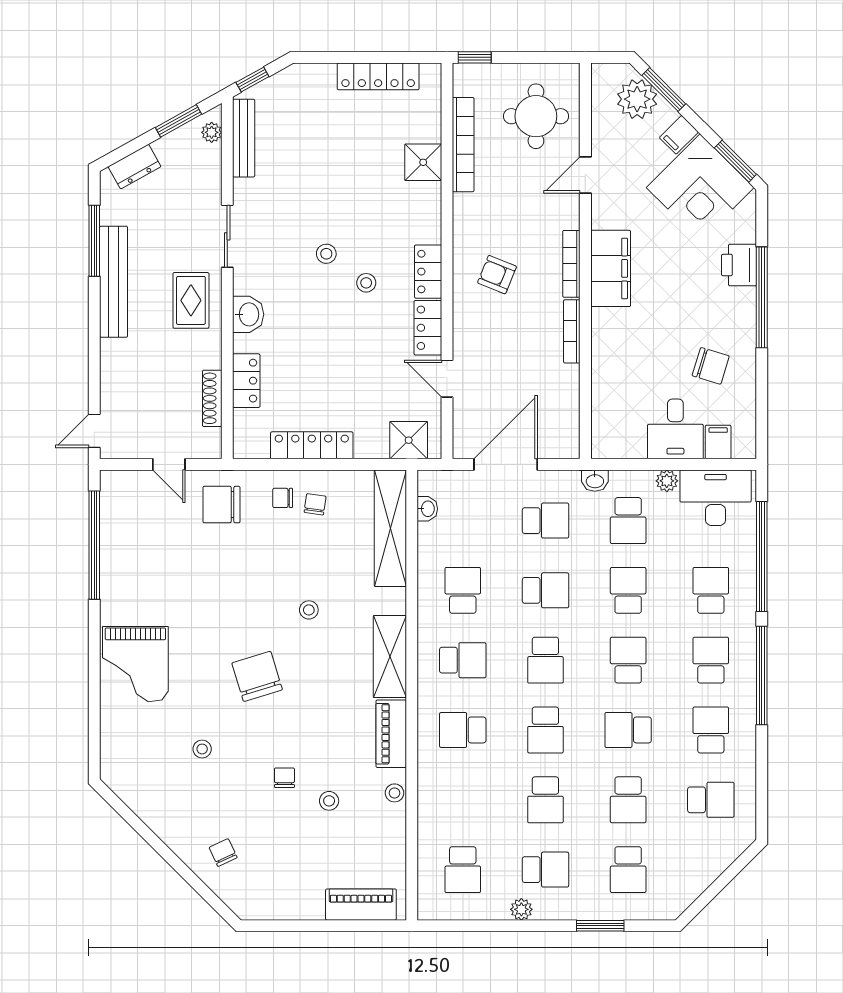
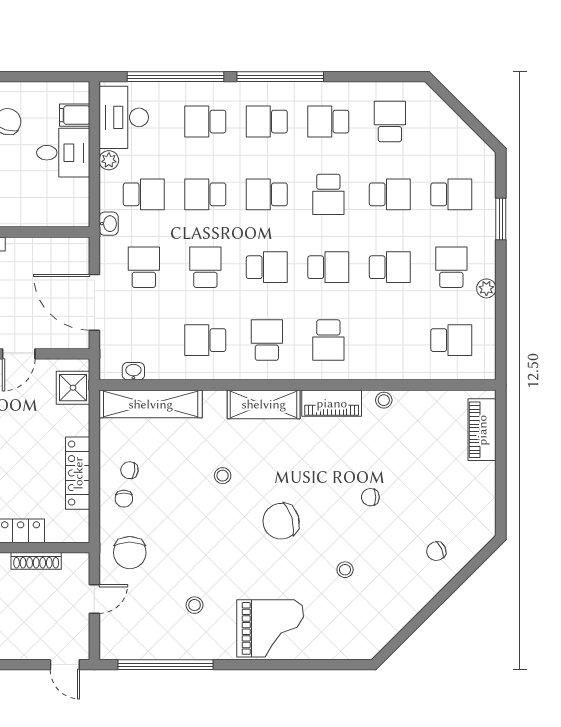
stool: (329, 801) -> (195, 605), moved

